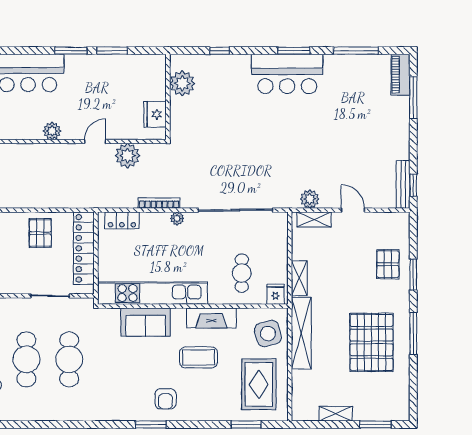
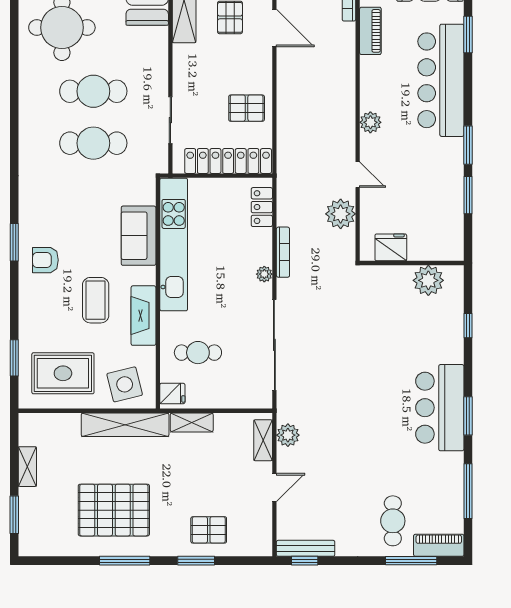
cafe table: (380, 113) -> (393, 521), added

